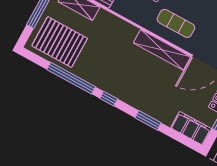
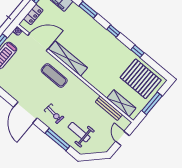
window: (71, 78) -> (138, 51), width x0.32

